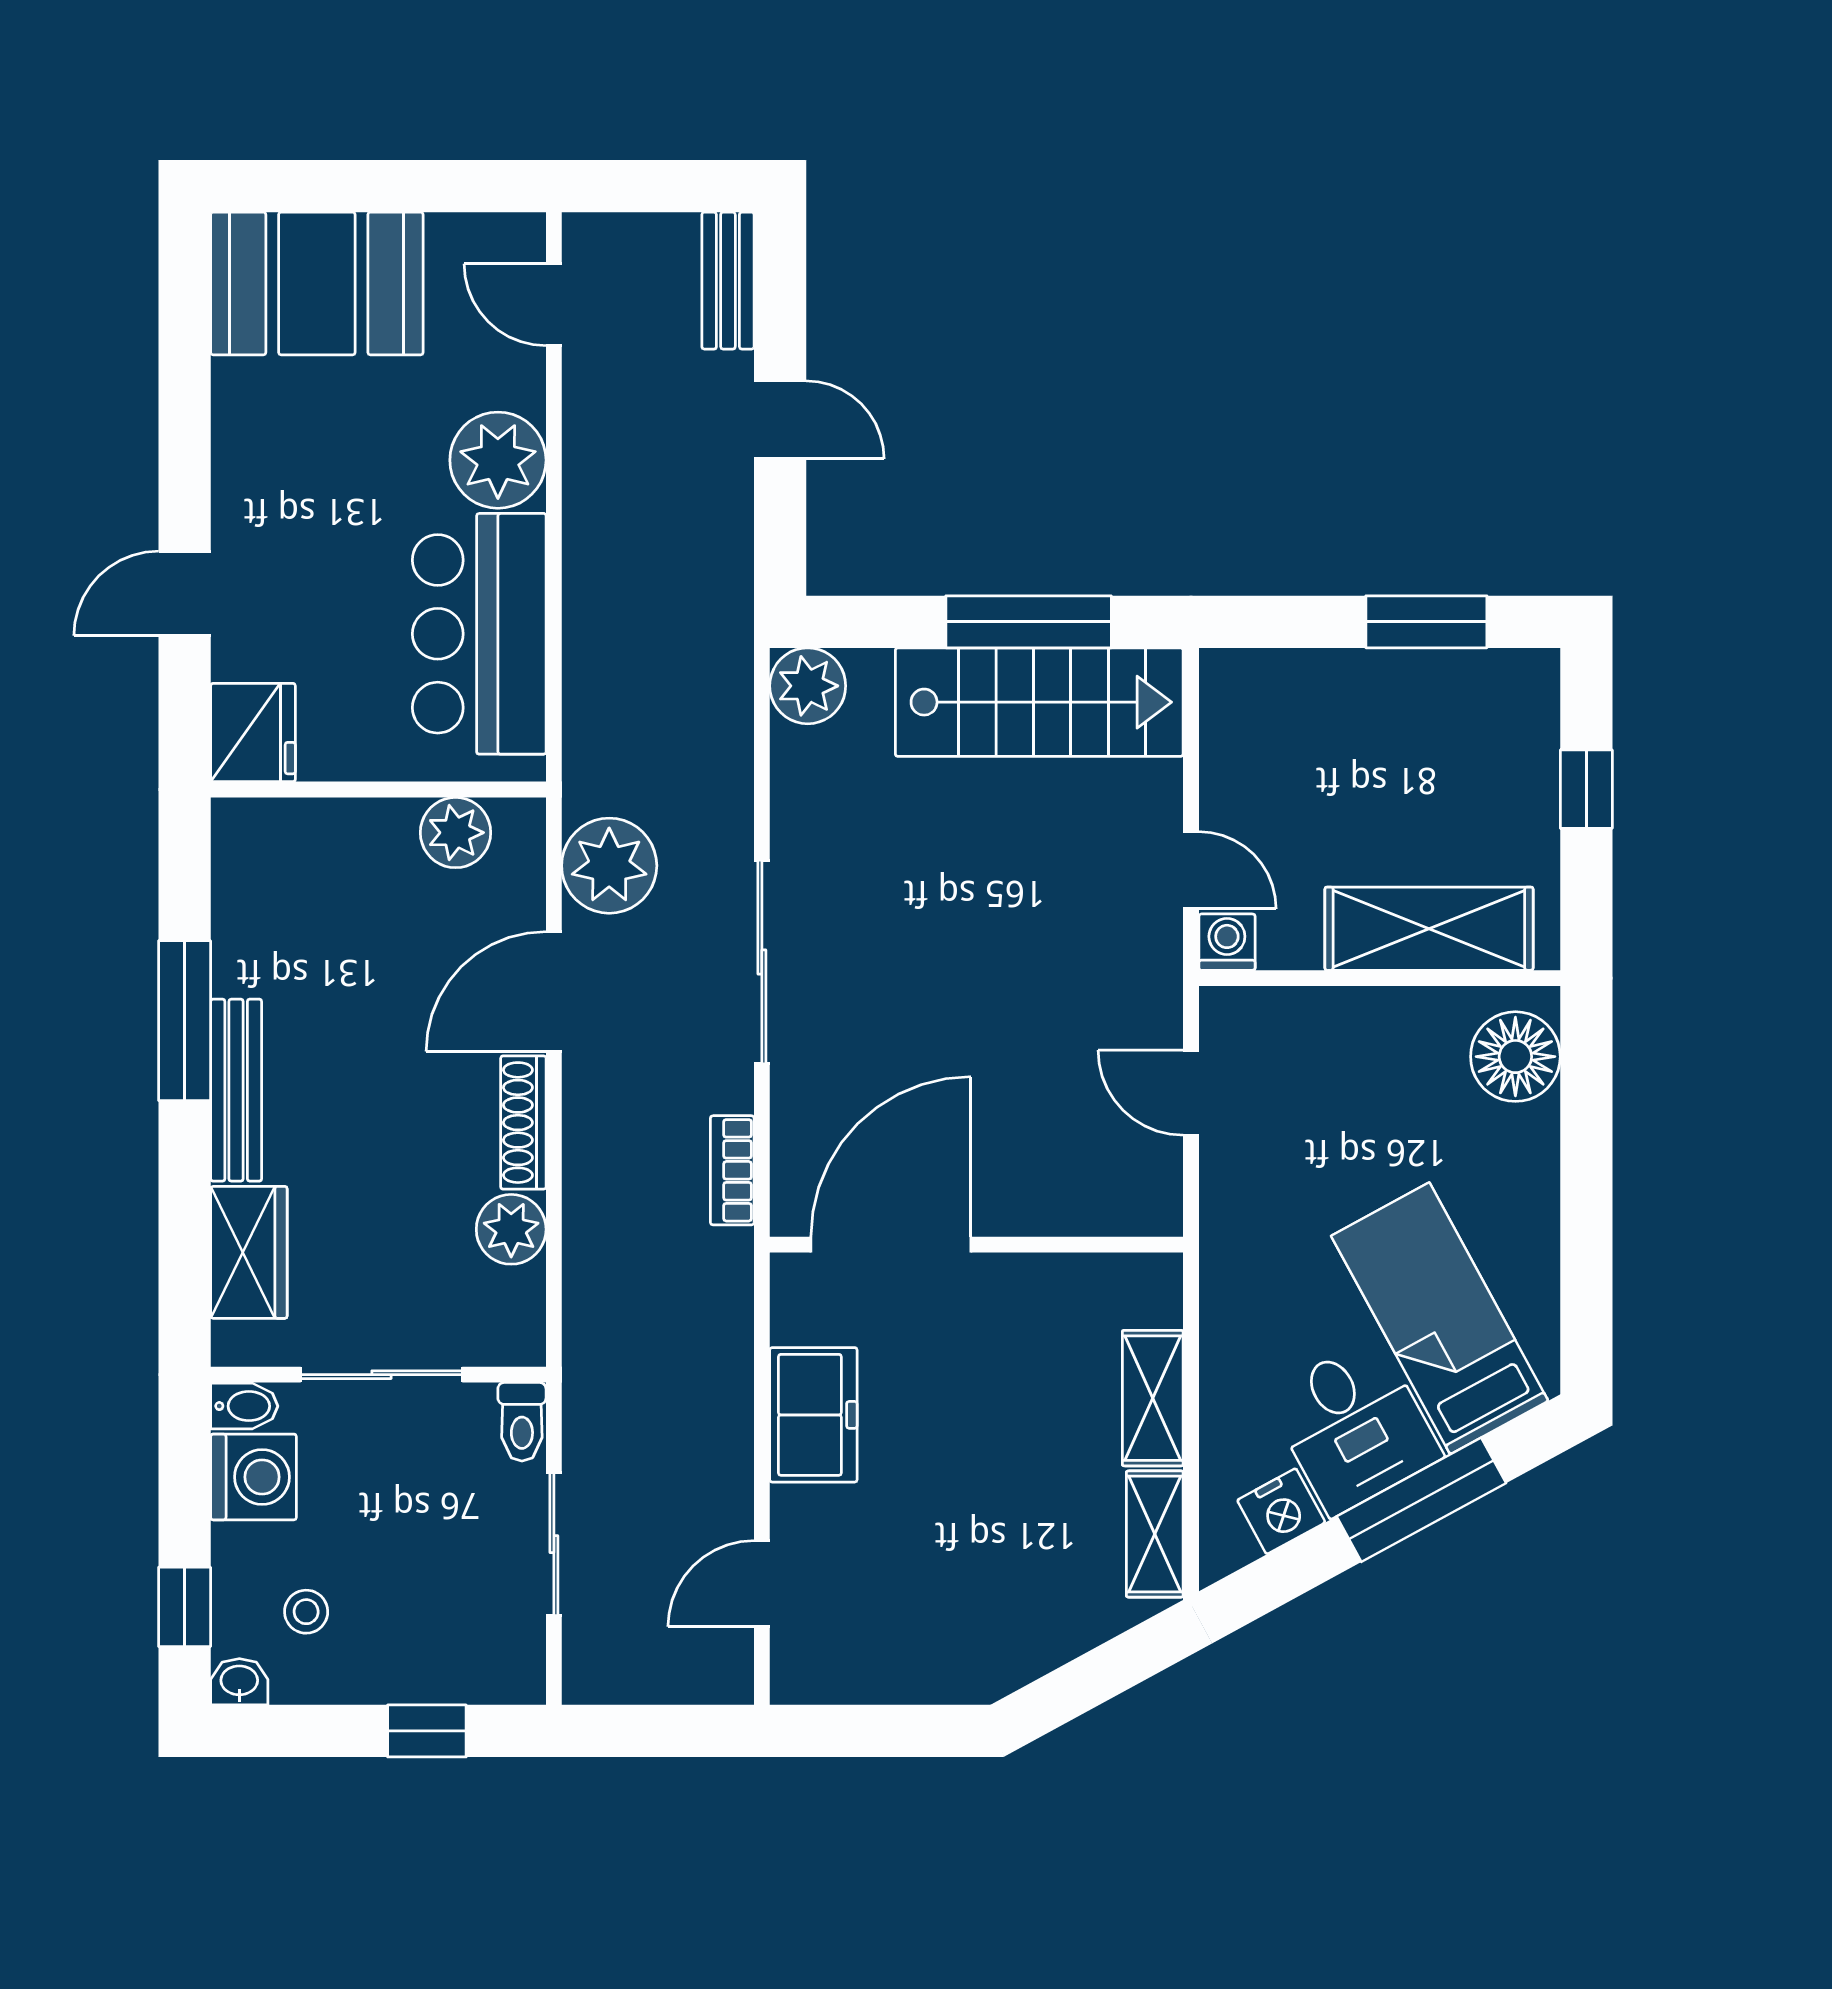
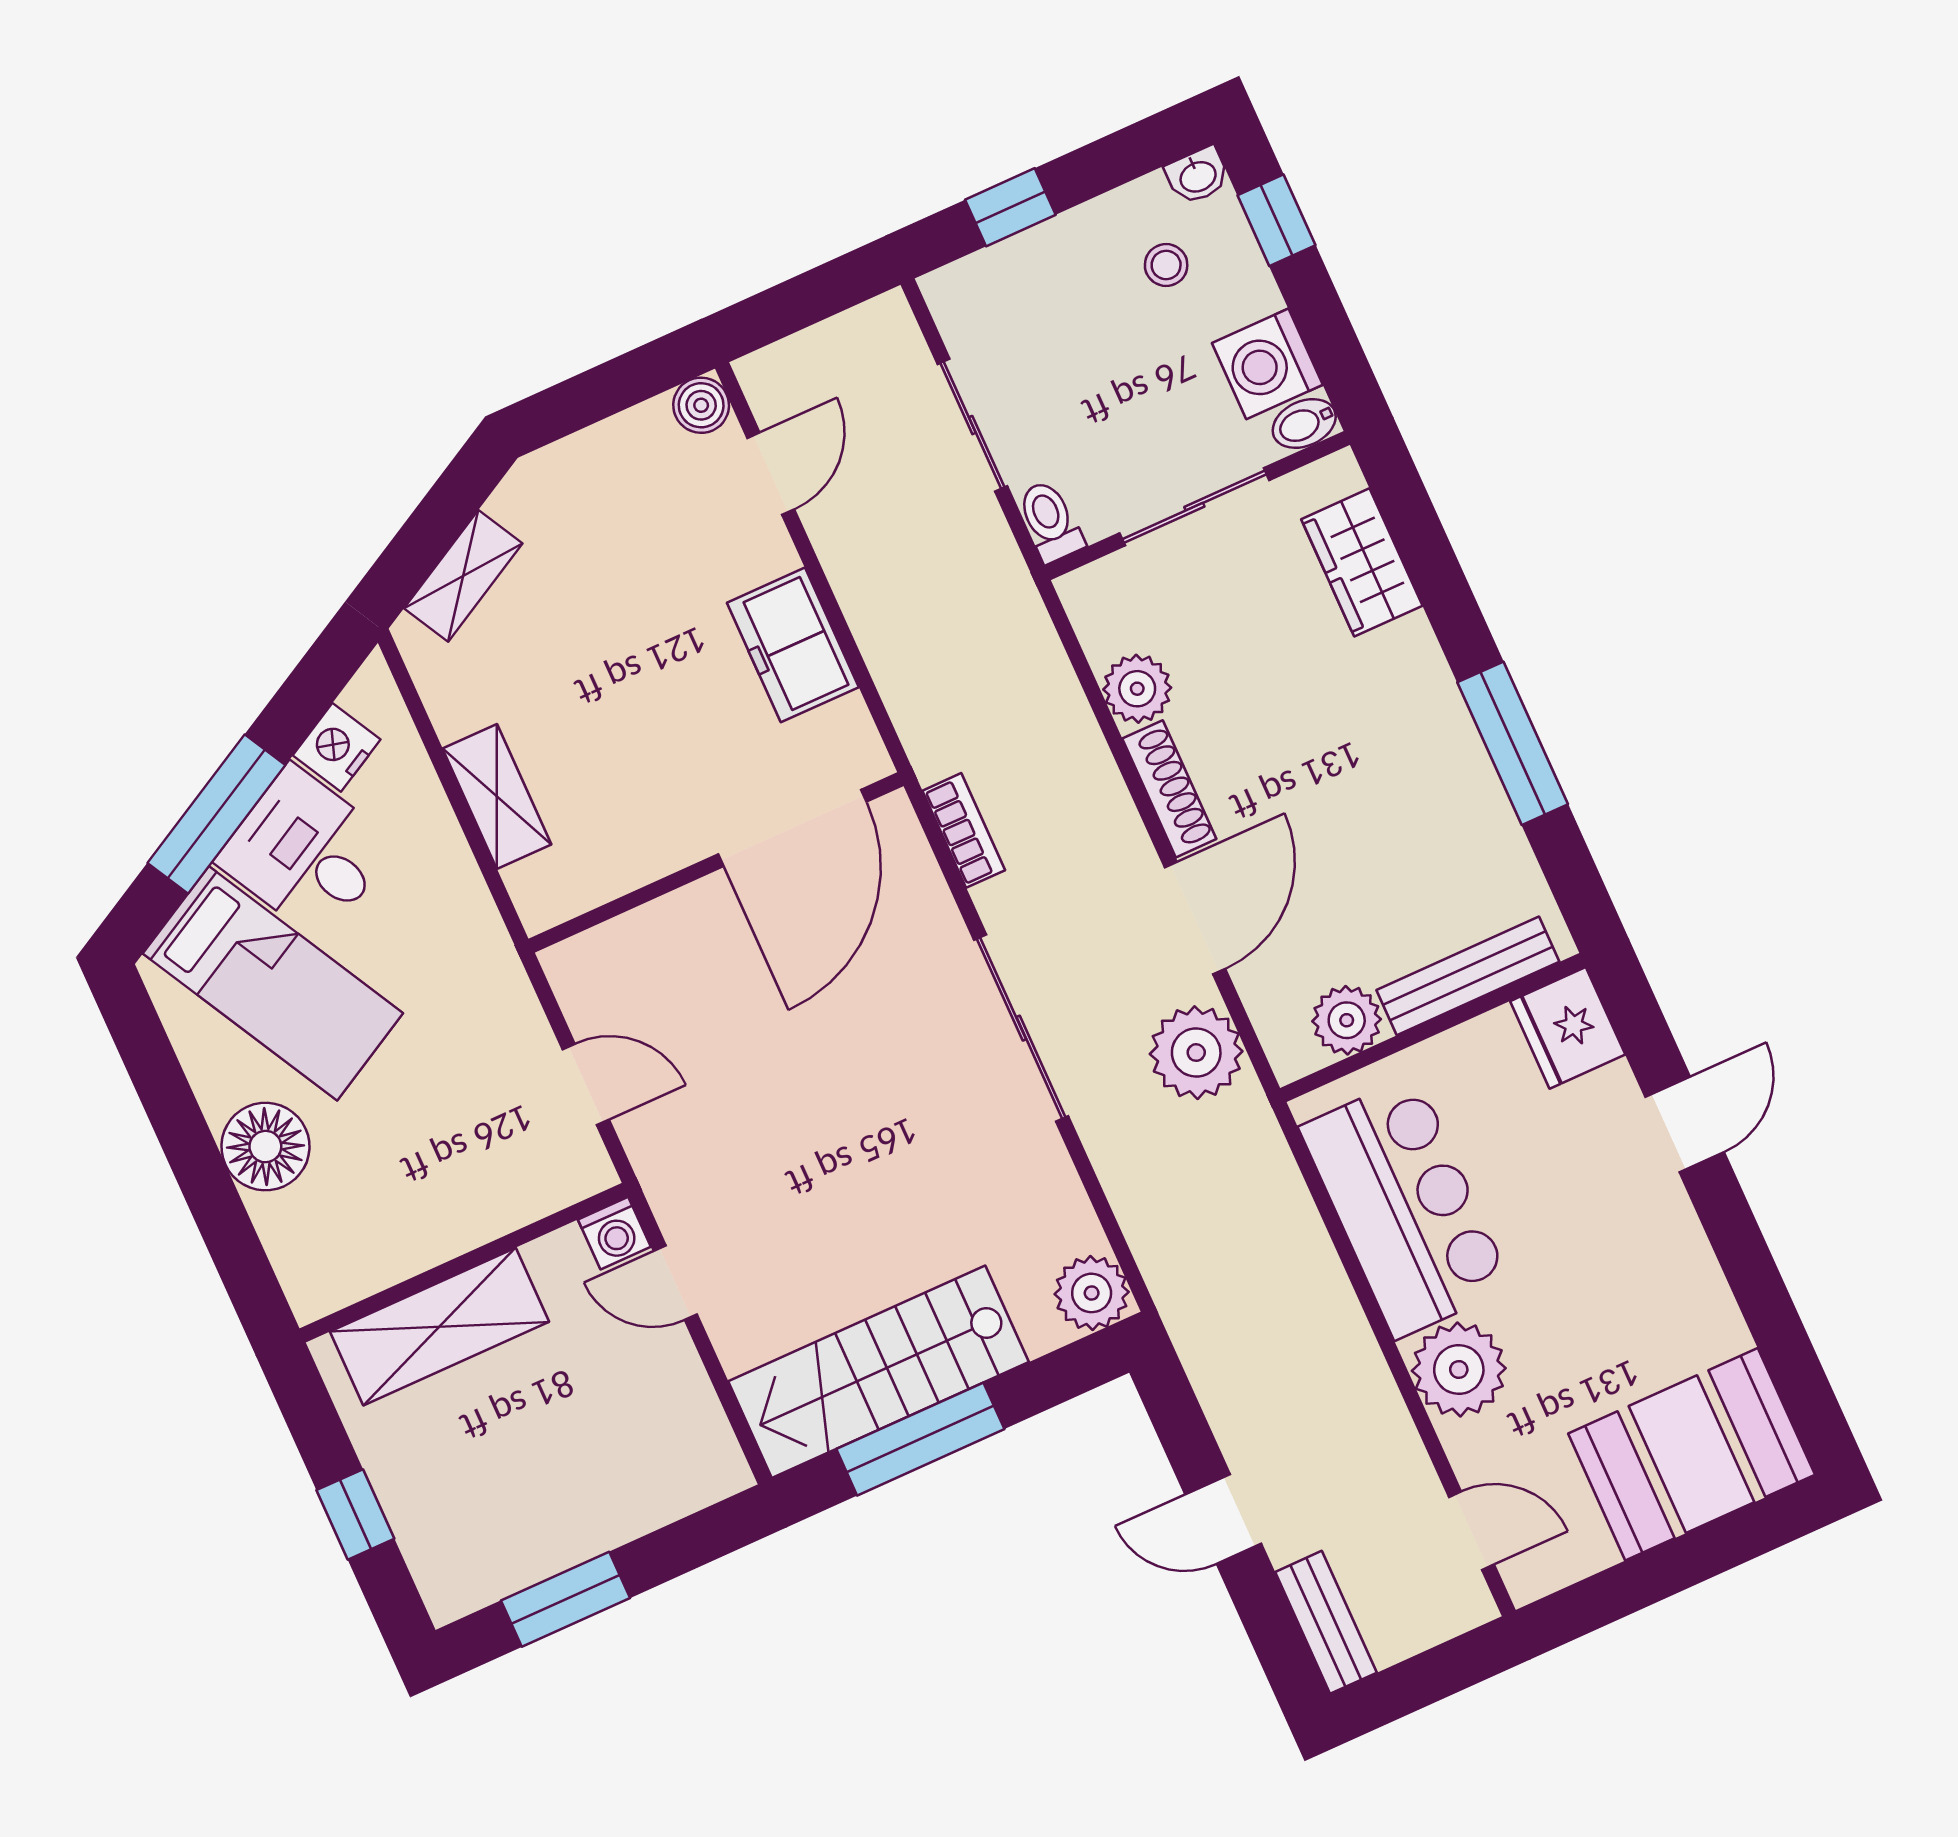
floor lamp: (1515, 1057) -> (265, 1147), moved
bench: (236, 1090) -> (1468, 976), moved, turned 90
shelving: (1155, 1534) -> (463, 576), moved, turned 61
boiler: (798, 1677) -> (701, 405), added

